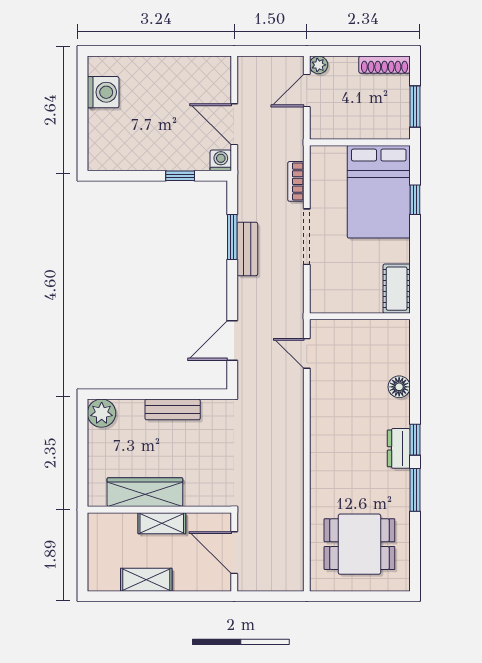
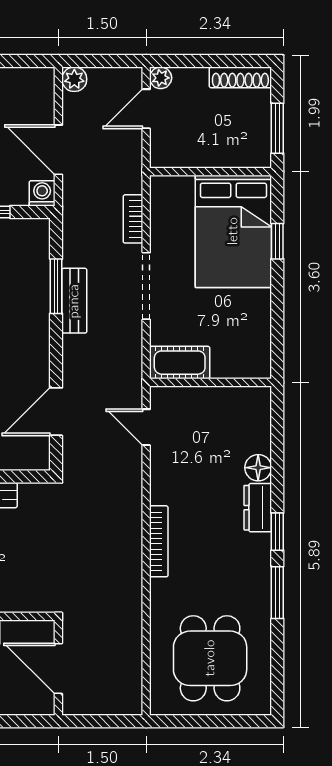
plant: (247, 66) -> (74, 79), added
cot: (397, 289) -> (180, 363), moved, turned 90
bookcase: (317, 448) -> (159, 541), added
dresser: (399, 448) -> (258, 508), moved
dining table: (359, 544) -> (210, 658), turned 90

